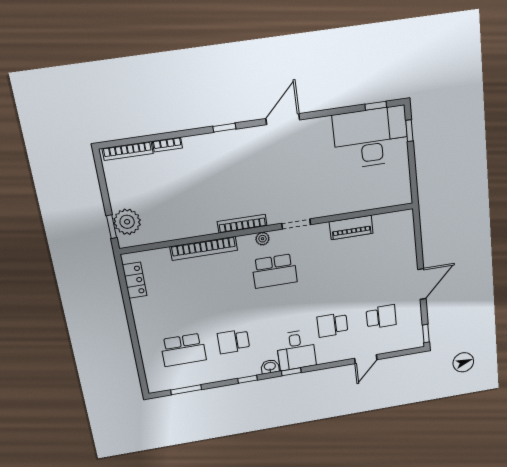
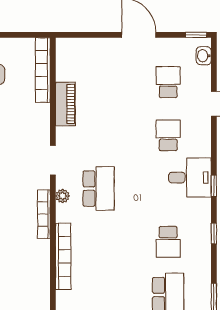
bookcase: (381, 201) -> (43, 70), added
school desk: (332, 325) -> (168, 135), turned 180
washbasin: (270, 367) -> (204, 56), moved

